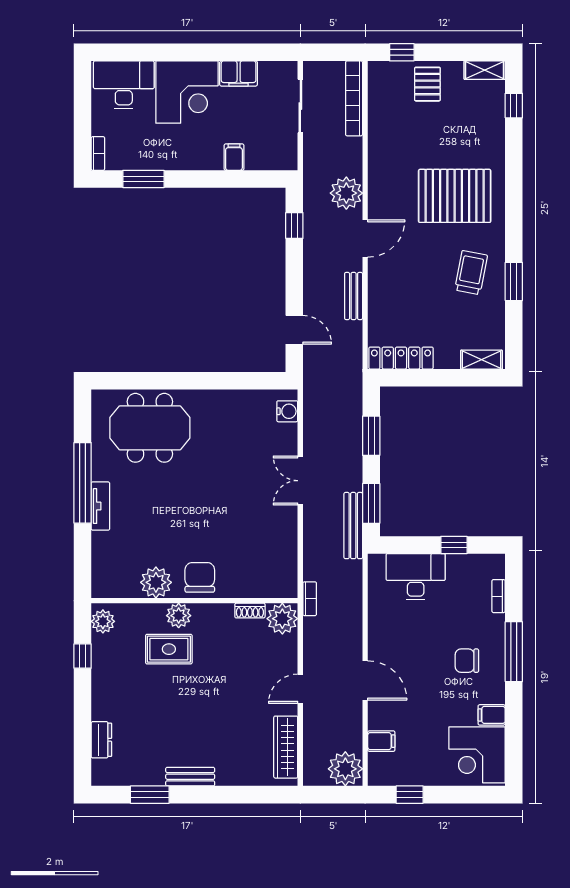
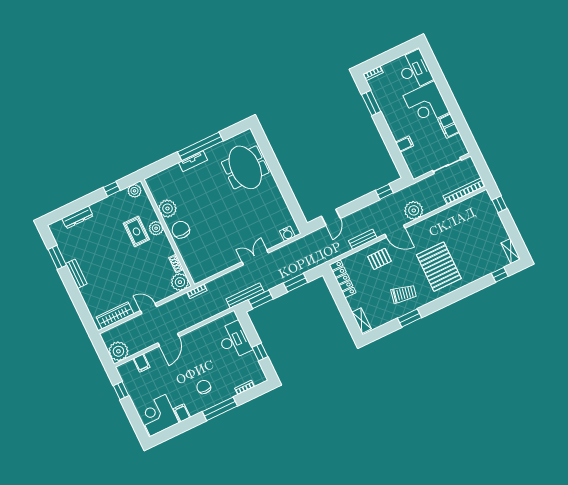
pallet: (427, 84) -> (379, 259), moved
chair: (200, 577) -> (181, 230), turned -90
dresser: (101, 740) -> (77, 217), width x1.44

